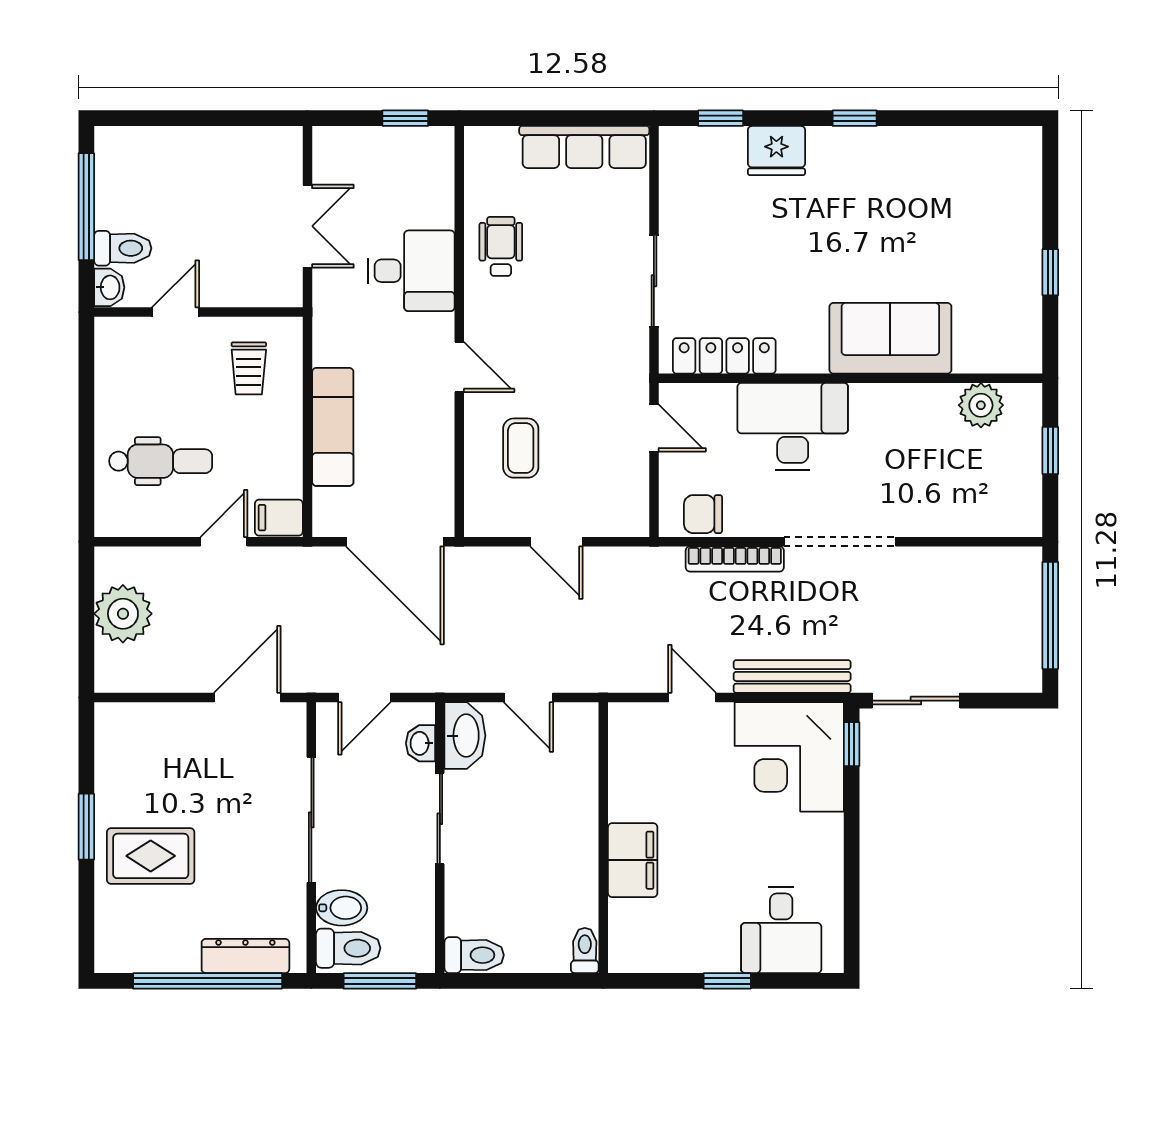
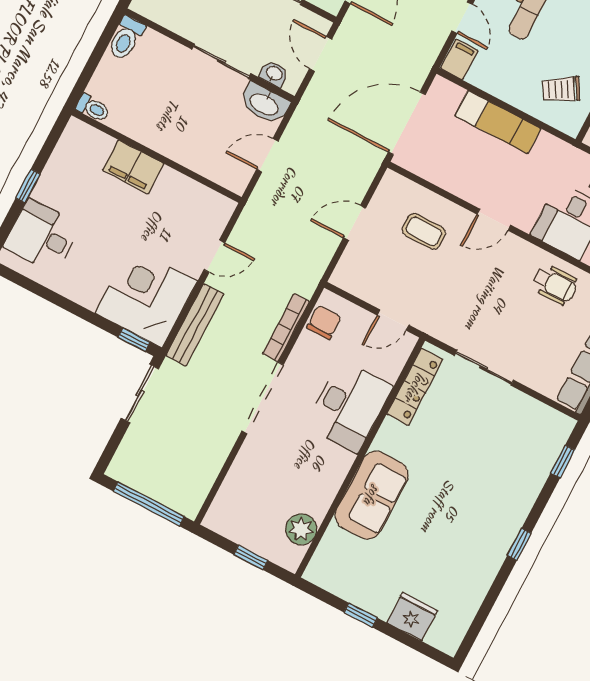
fridge: (776, 151) -> (412, 617), moved, turned 90
trolley: (249, 368) -> (561, 89), turned -31

